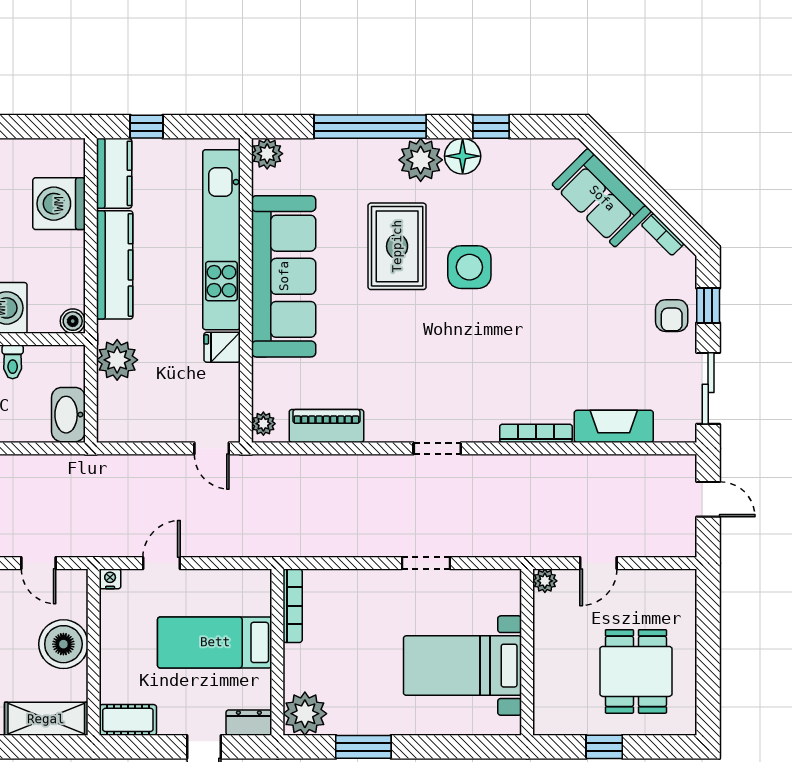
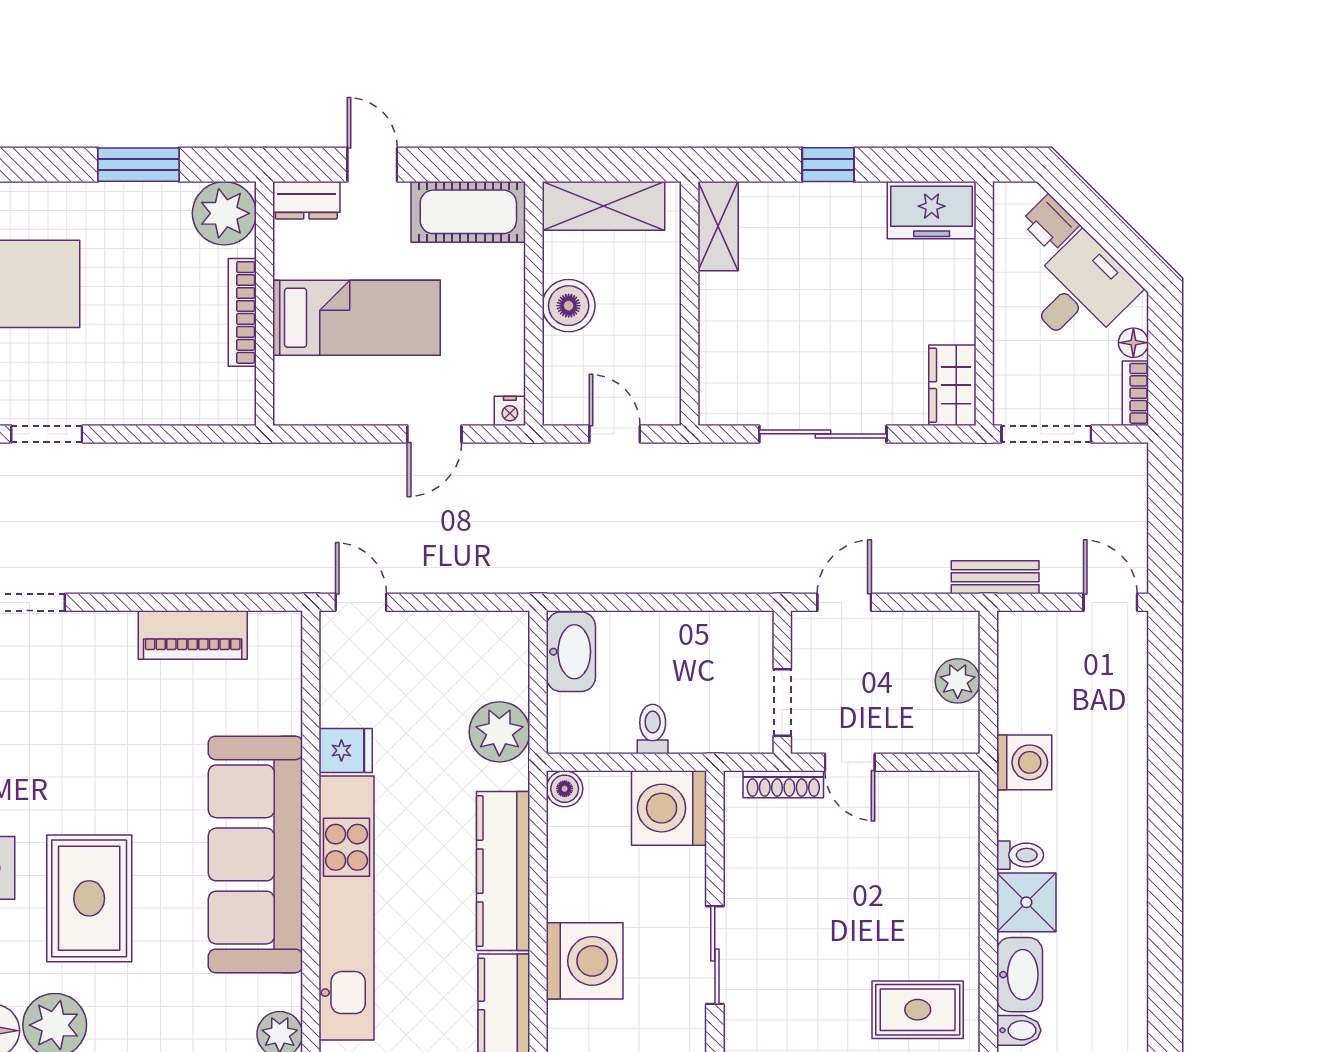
plant: (263, 424) -> (285, 638), removed
bookcase: (293, 606) -> (242, 312), moved
boiler: (63, 644) -> (569, 306), width x0.73, depth x0.73
cot: (128, 720) -> (468, 212), width x1.37, depth x1.34

